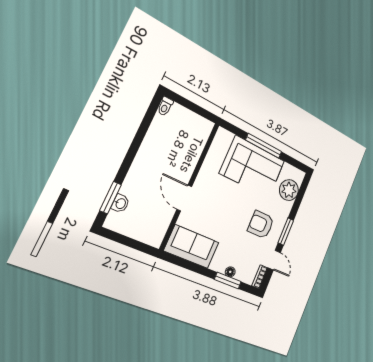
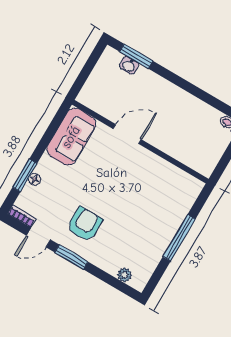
corner sofa: (253, 167) -> (155, 220), removed
plant: (289, 190) -> (124, 275), width x0.53, depth x0.53

